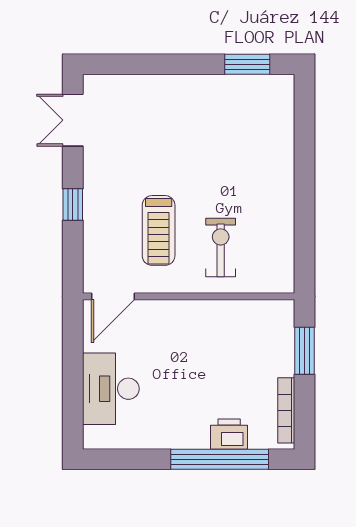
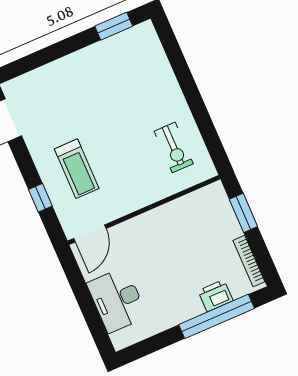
window: (73, 205) -> (40, 198), moved
treadmill: (159, 230) -> (77, 169), moved
exercise bike: (221, 247) -> (174, 147), moved, turned 180

